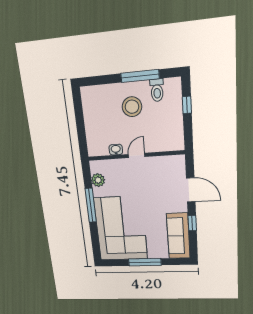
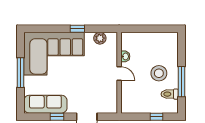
window: (91, 205) -> (77, 29), width x0.46

